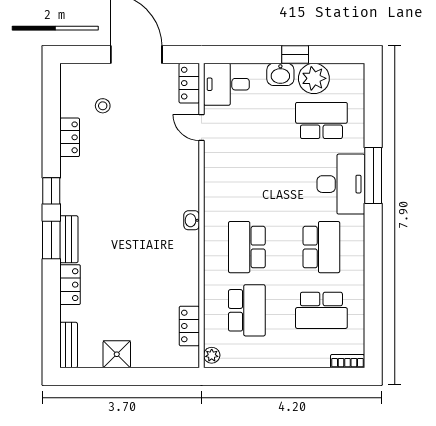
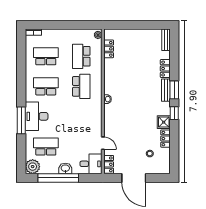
window: (295, 54) -> (58, 178), width x3.17
plant: (314, 78) -> (33, 167), moved
school desk: (321, 121) -> (46, 147), turned 180
school desk: (321, 247) -> (46, 86), turned 90
shower: (117, 354) -> (164, 122), moved

